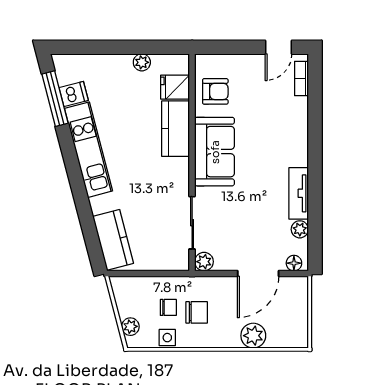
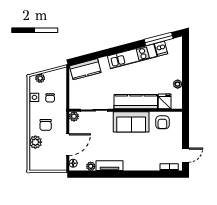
door: (278, 47) -> (185, 155), swing flipped
kitchen counter: (176, 129) -> (136, 102), width x1.50
door: (258, 274) -> (68, 145), swing flipped
chair: (197, 312) -> (46, 125), moved

